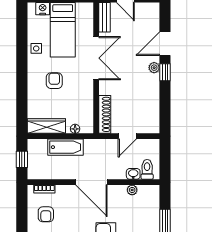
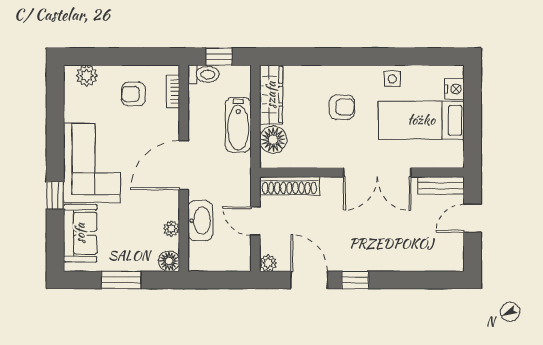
door: (165, 44) -> (309, 280), moved
plant: (154, 68) -> (268, 263), moved
floor lamp: (75, 129) -> (273, 140), width x1.89, depth x1.89
toilet: (147, 169) -> (203, 74), moved
washbasin: (133, 174) -> (200, 221), width x1.91, depth x1.45
floor lamp: (153, 191) -> (169, 261), added

